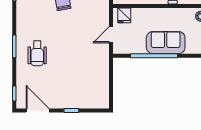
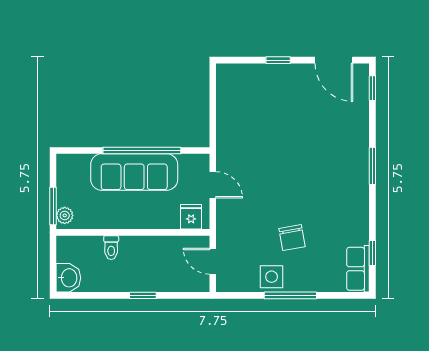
door: (111, 35) -> (213, 185), hinge flipped
sofa: (166, 43) -> (134, 172), width x1.36
wheelchair: (37, 53) -> (335, 154), removed

